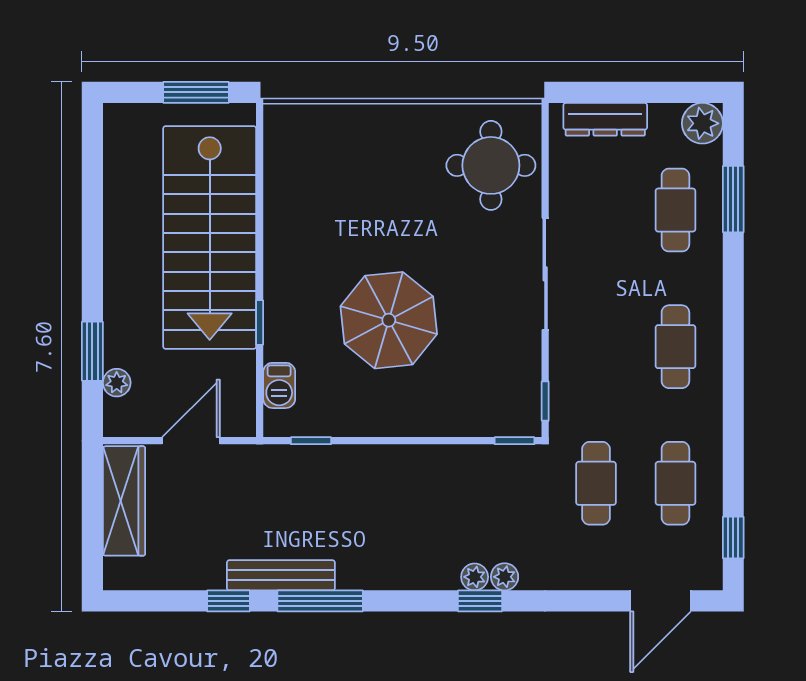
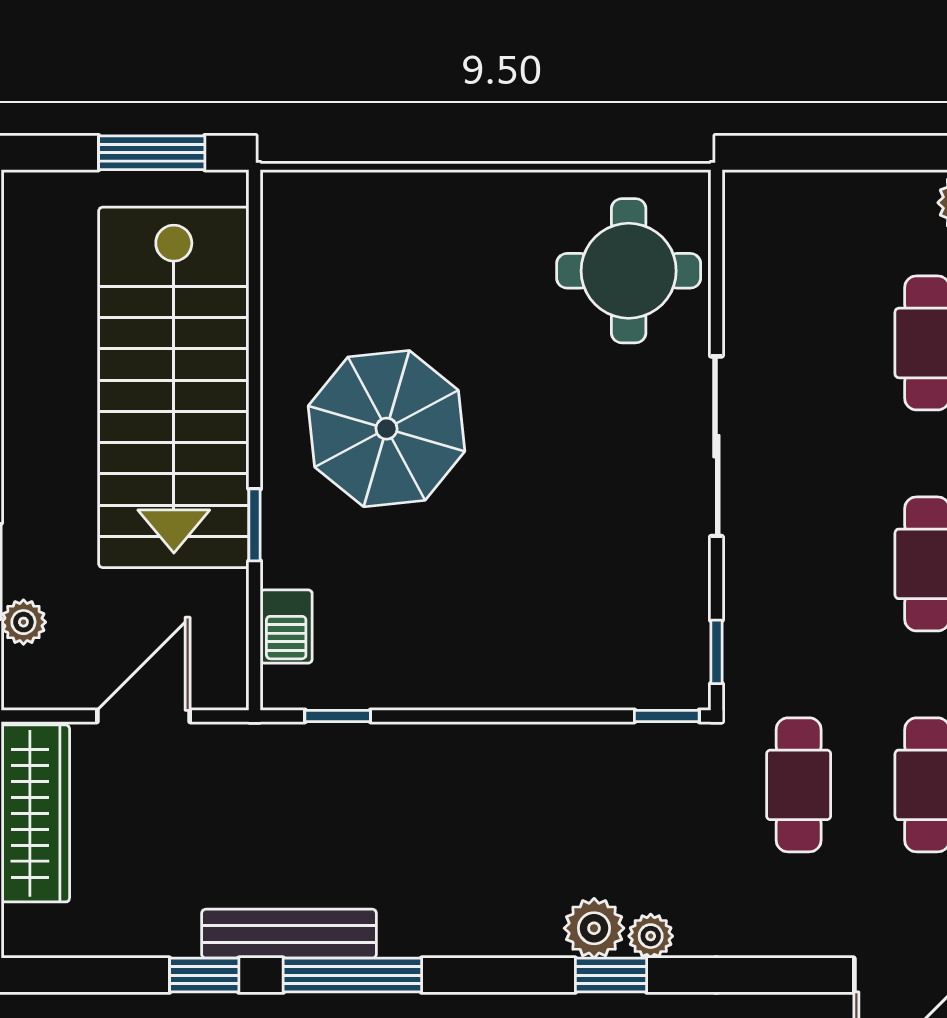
dresser: (605, 119) -> (814, 196), removed
parasol: (389, 320) -> (387, 429), moved
plant: (475, 577) -> (594, 928), width x1.38, depth x1.38

